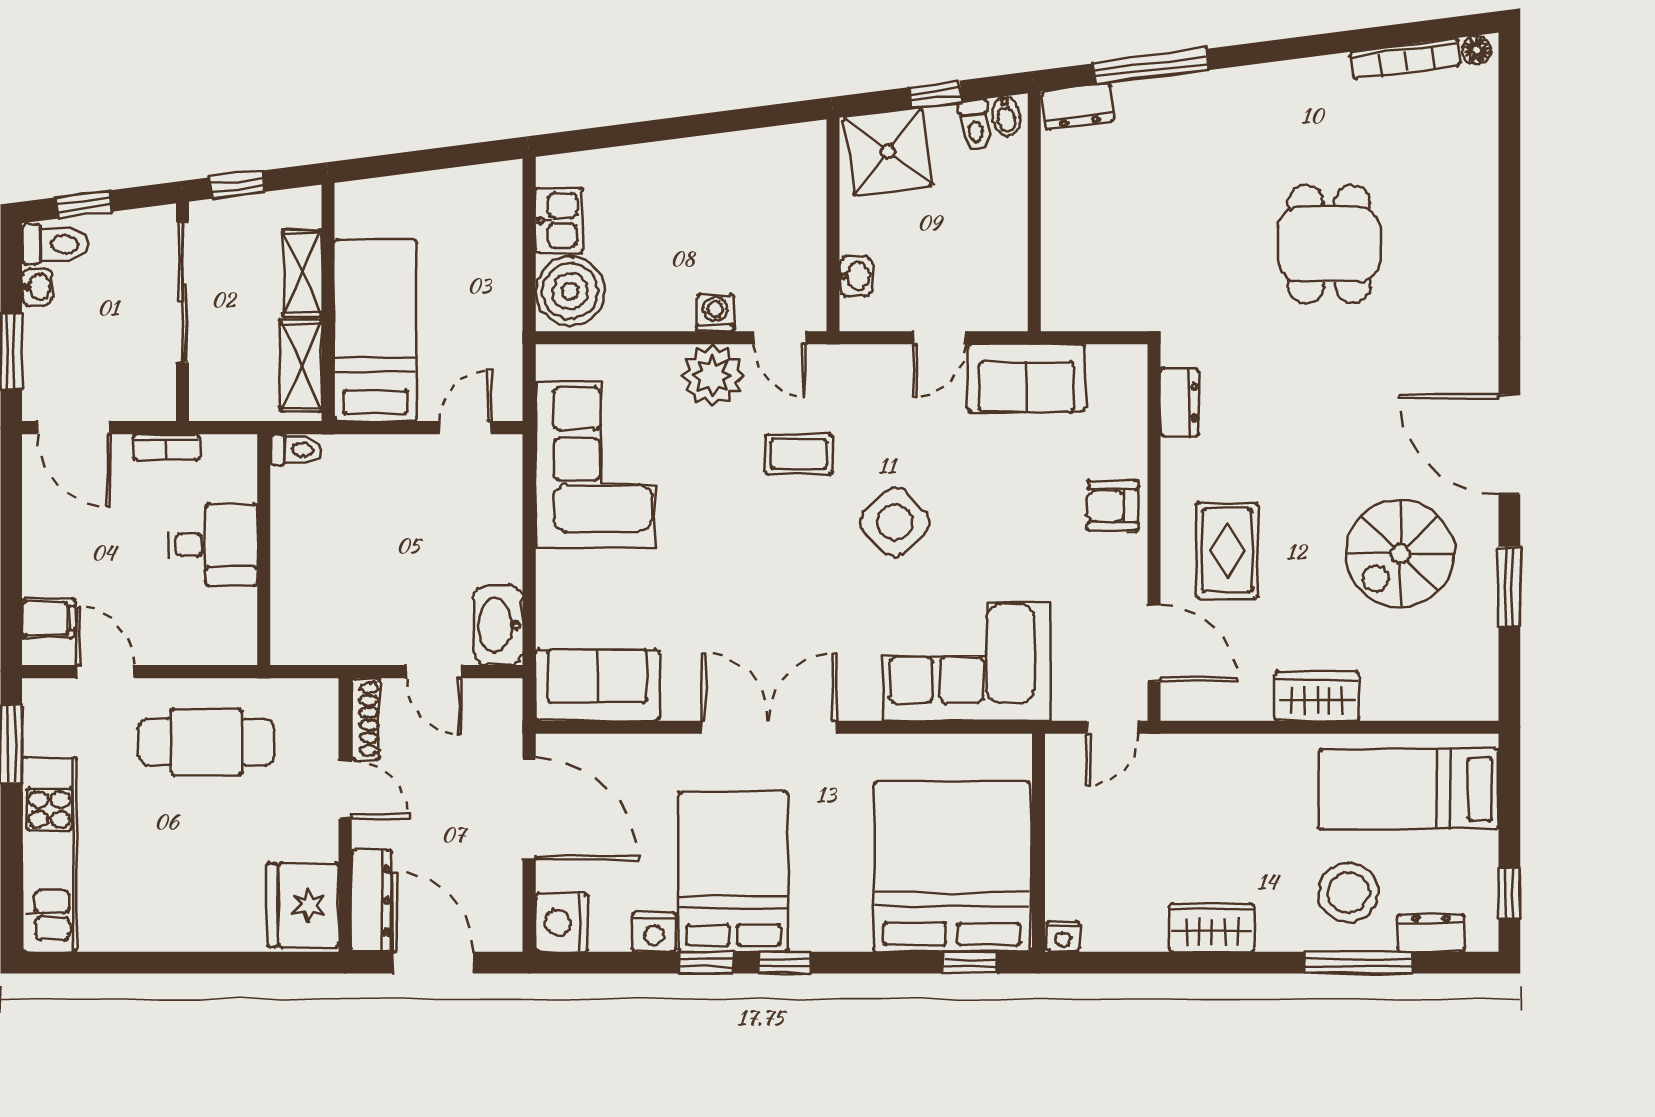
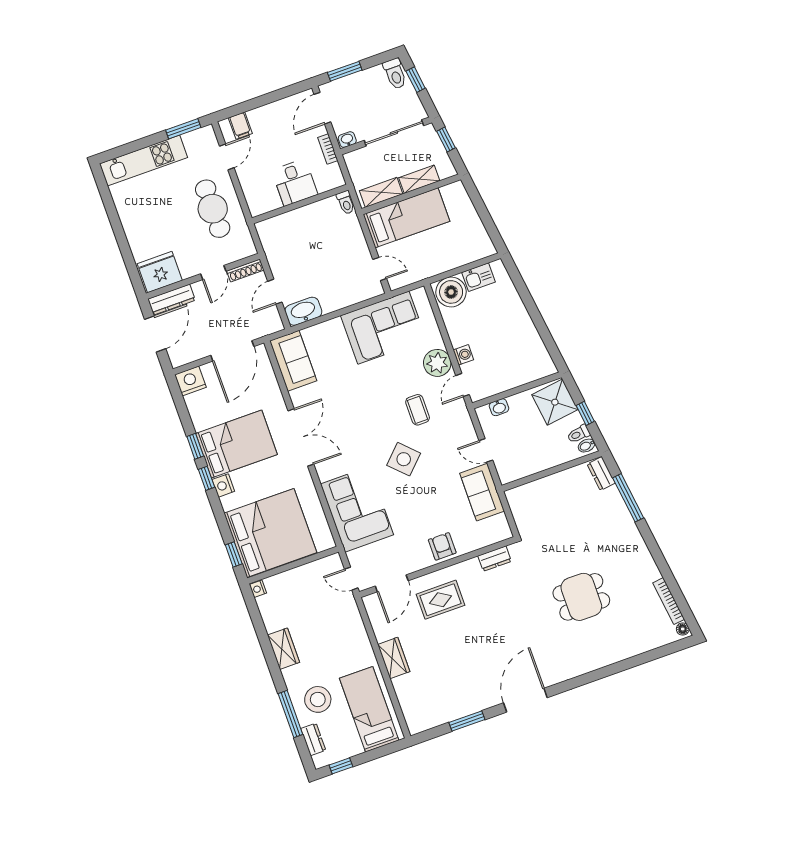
washbasin: (37, 287) -> (347, 140), moved, turned 180
spiral stairs: (1400, 554) -> (465, 671), removed
nightstand: (654, 932) -> (223, 485), moved

